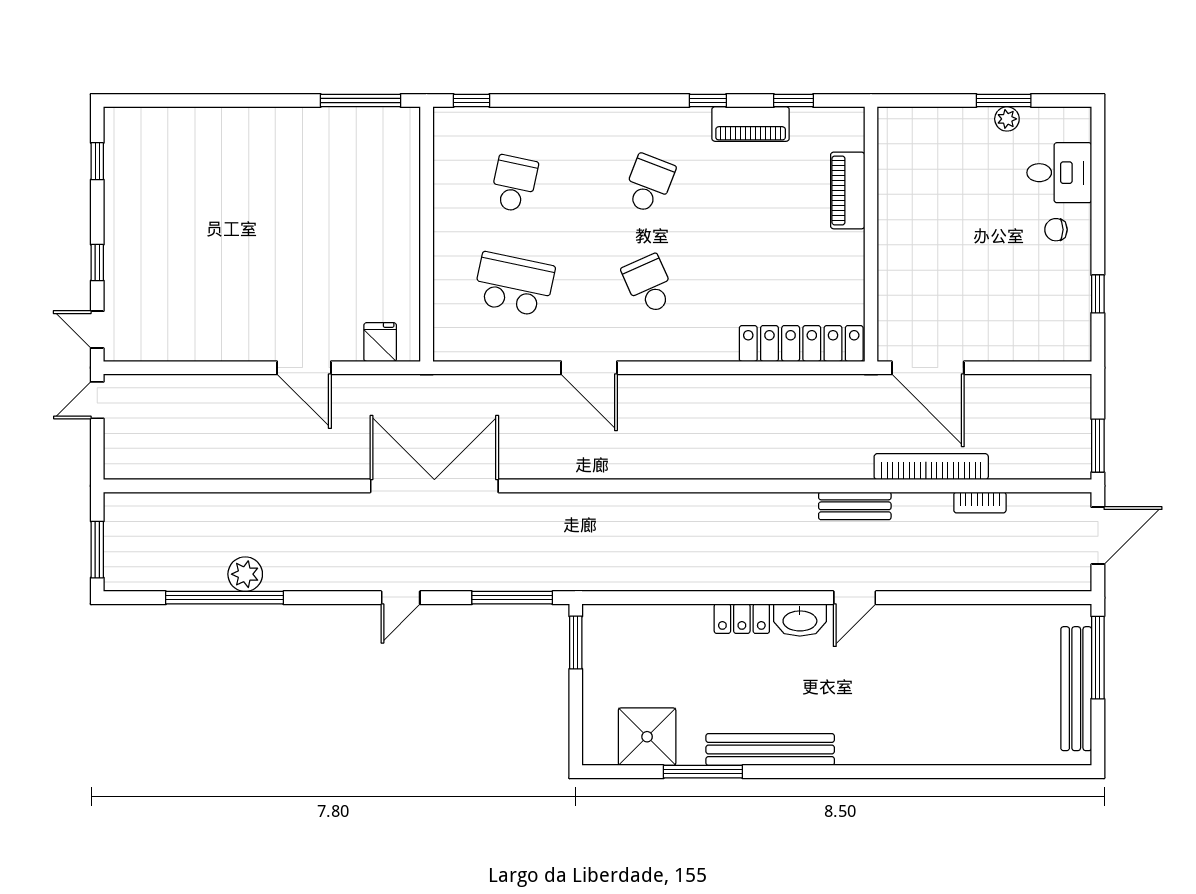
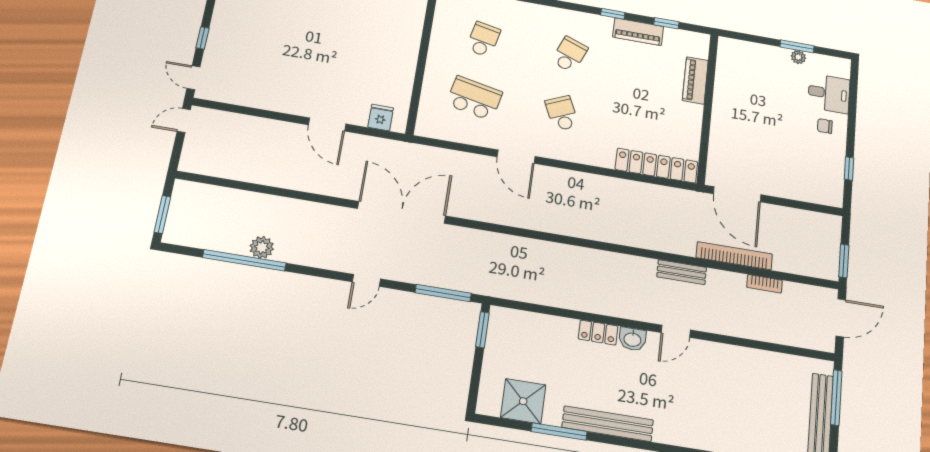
washbasin: (800, 620) -> (632, 339), width x0.72

